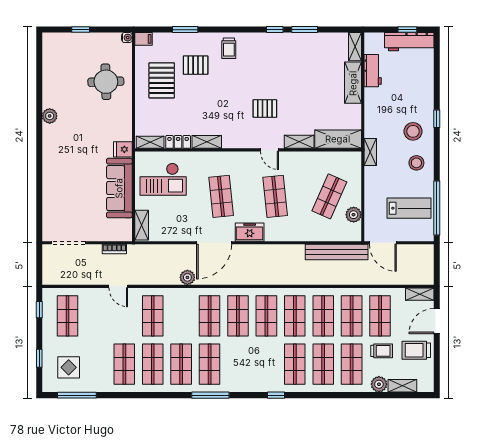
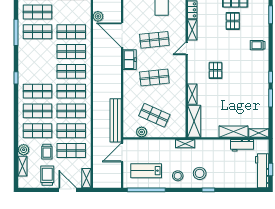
pallet: (196, 65) -> (233, 21), moved
door: (269, 150) -> (187, 48), moved
lab bench: (409, 208) -> (146, 171), turned 90

